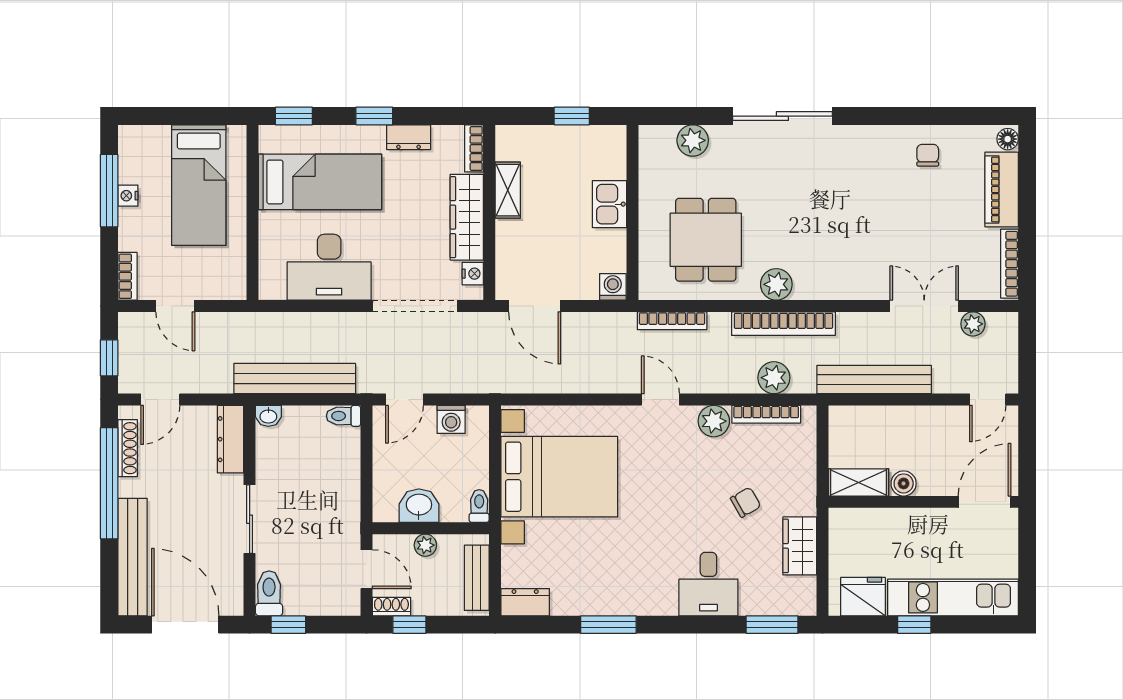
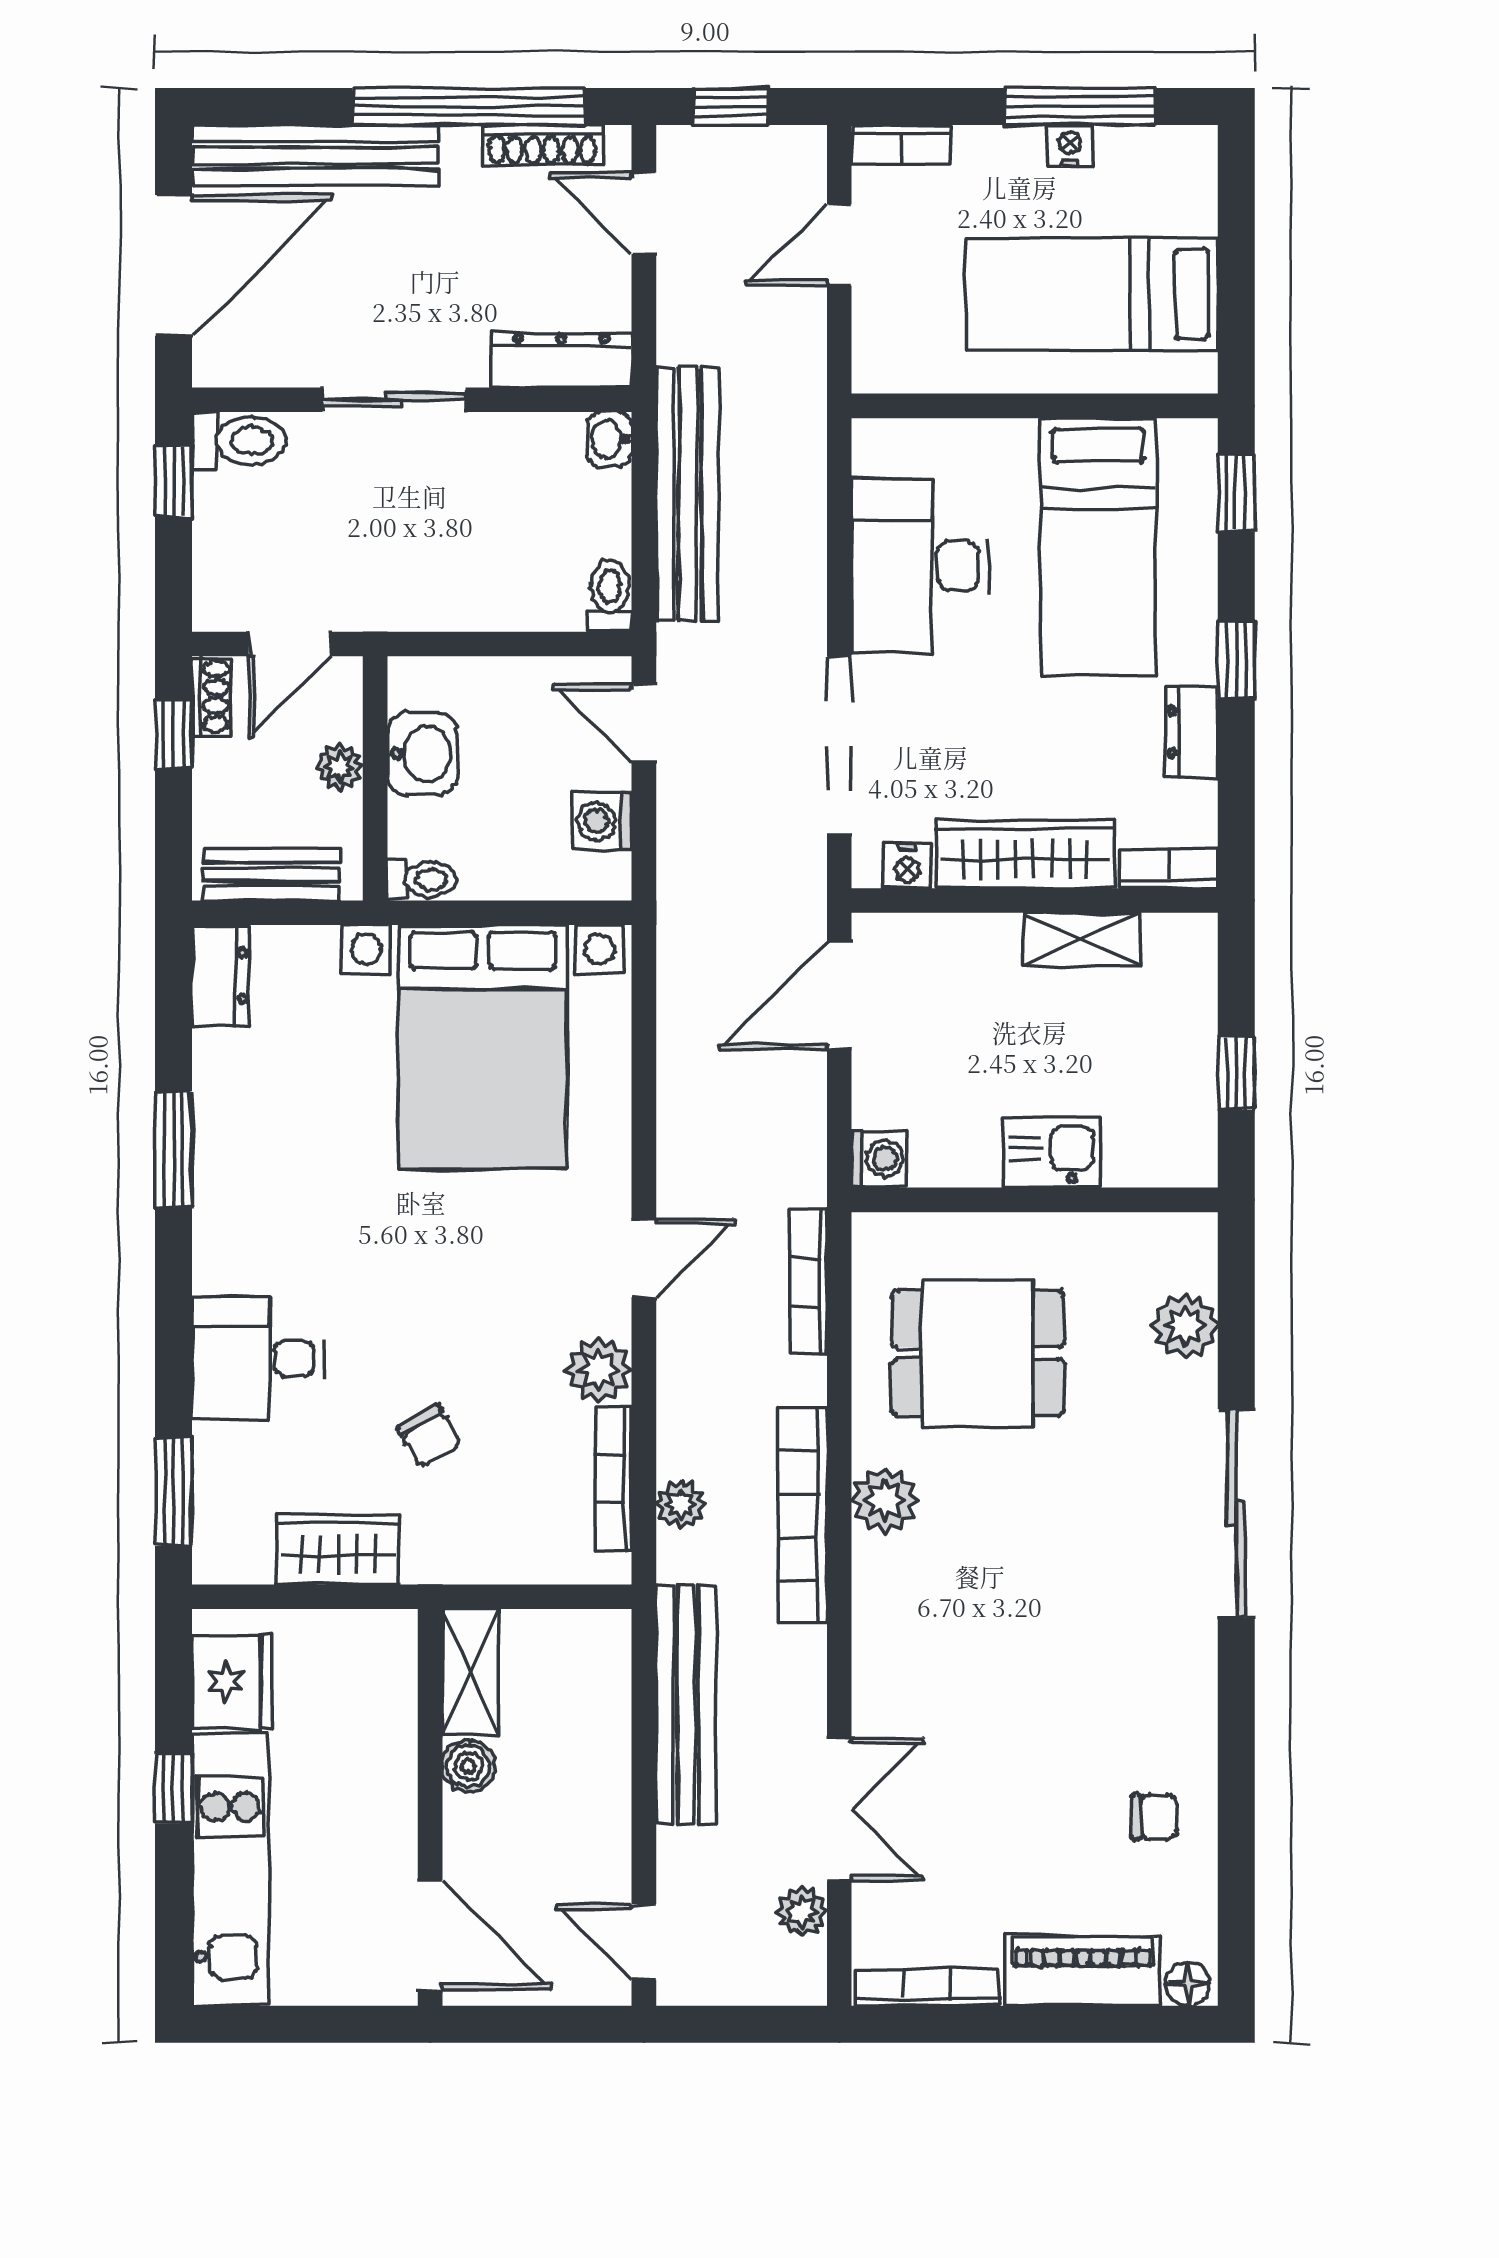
plant: (774, 378) -> (680, 1504), width x0.73, depth x0.73

